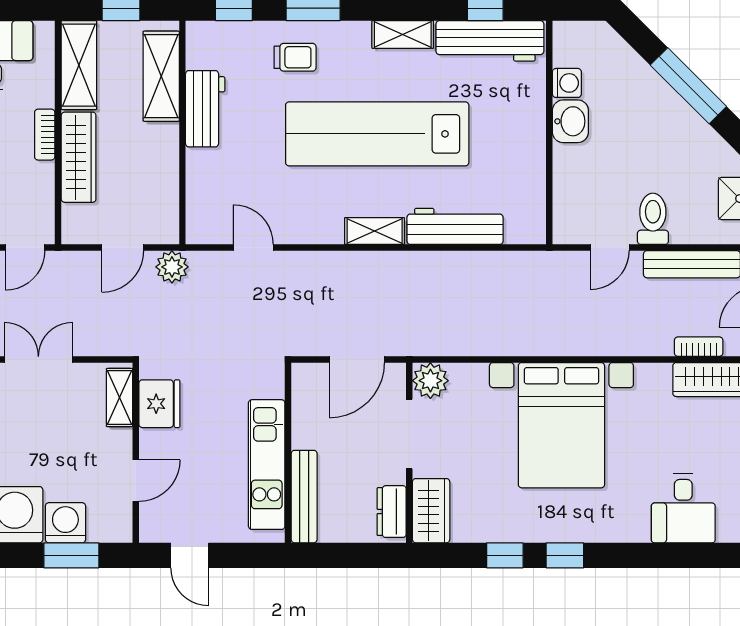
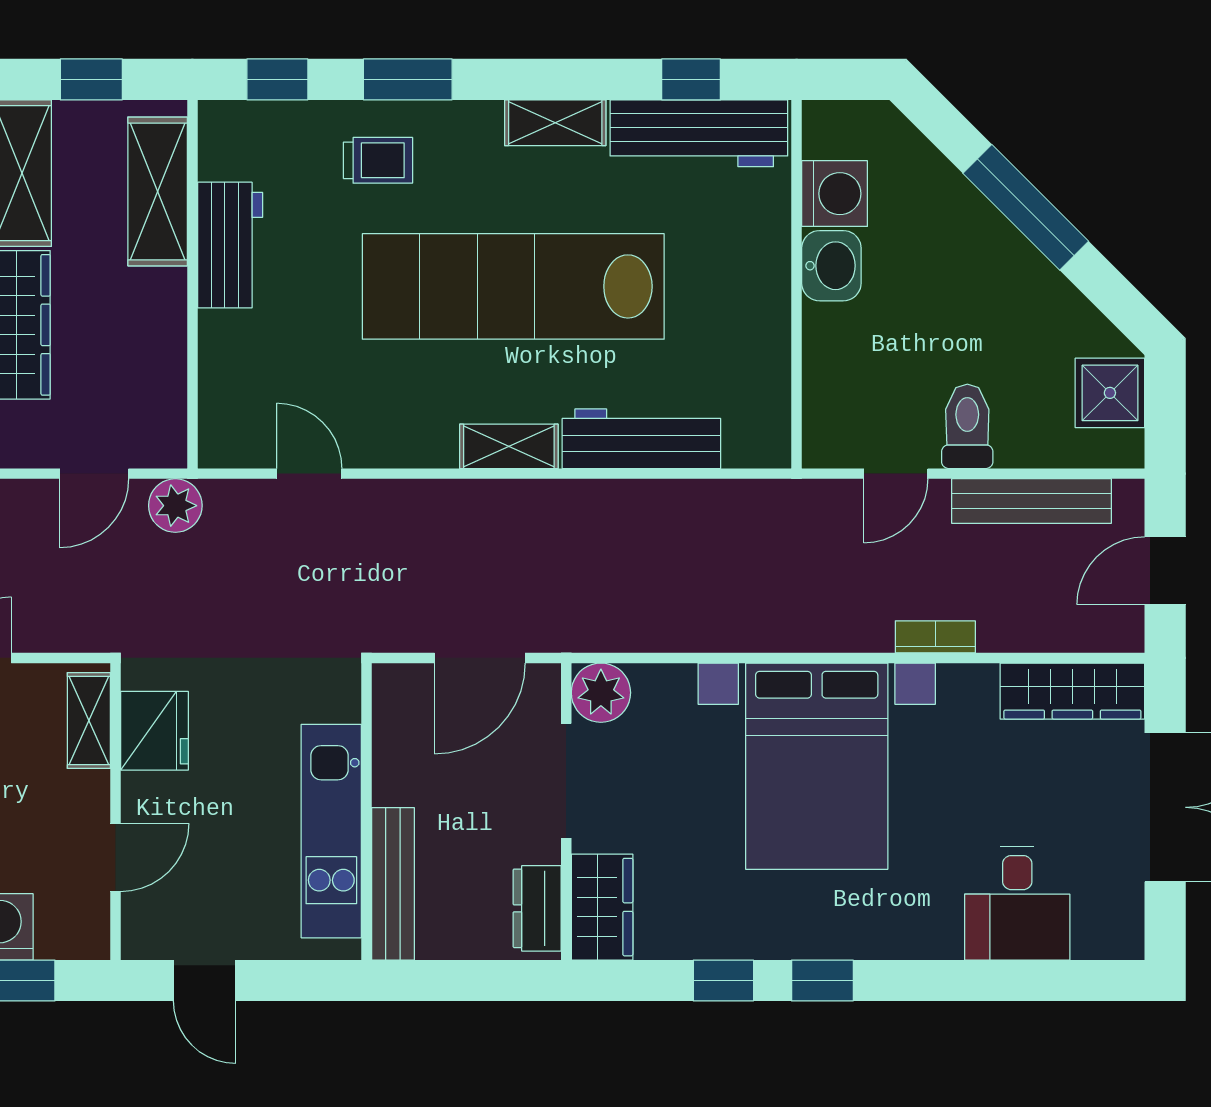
washing machine: (567, 83) -> (835, 194), width x1.38, depth x1.38
bookcase: (699, 347) -> (935, 637), moved

